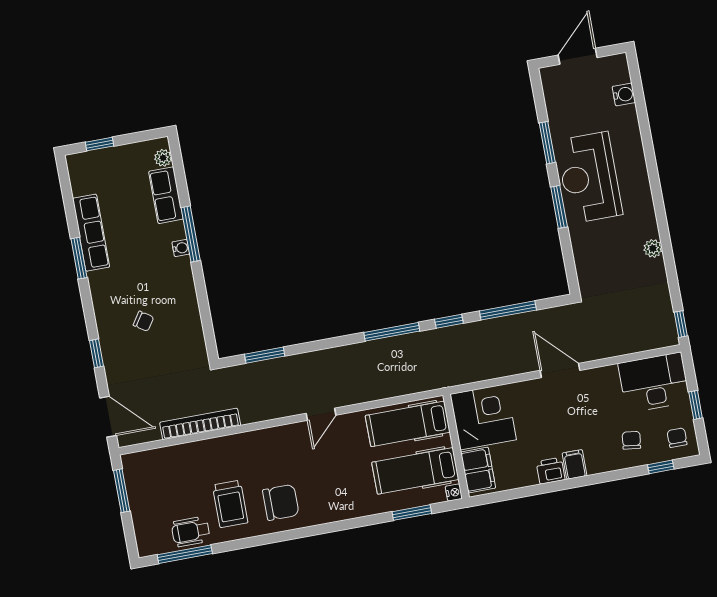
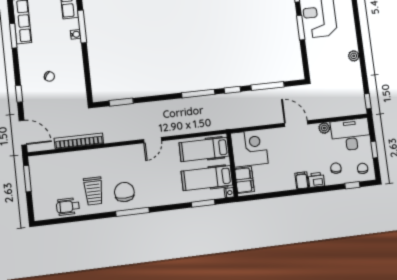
plant: (608, 374) -> (324, 128), added
printer: (551, 471) -> (316, 180), moved
chair: (281, 502) -> (124, 192), turned -90
window: (185, 554) -> (133, 212), moved

